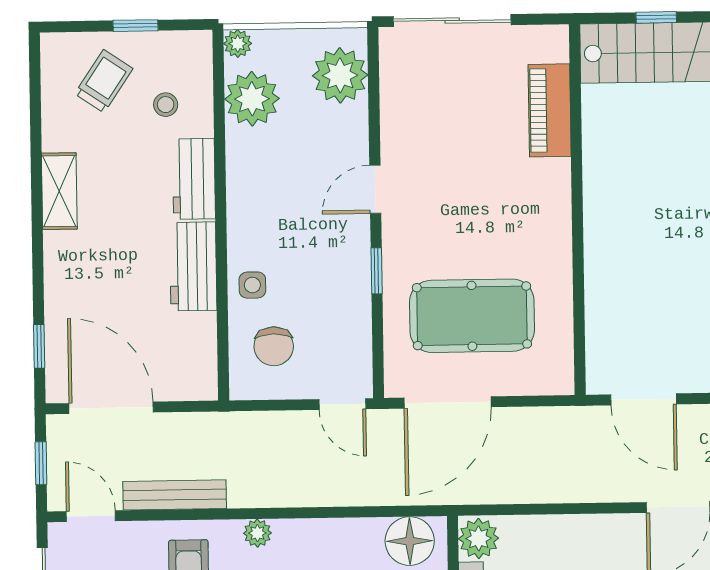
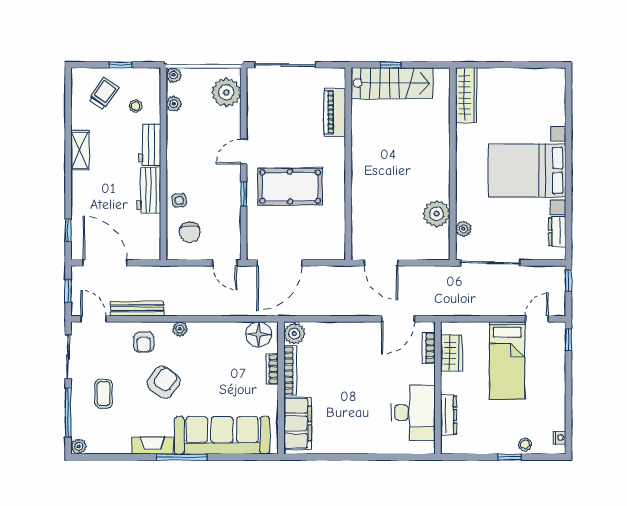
plant: (252, 99) -> (174, 104), width x0.53, depth x0.53
pool table: (472, 316) -> (290, 187), moved

